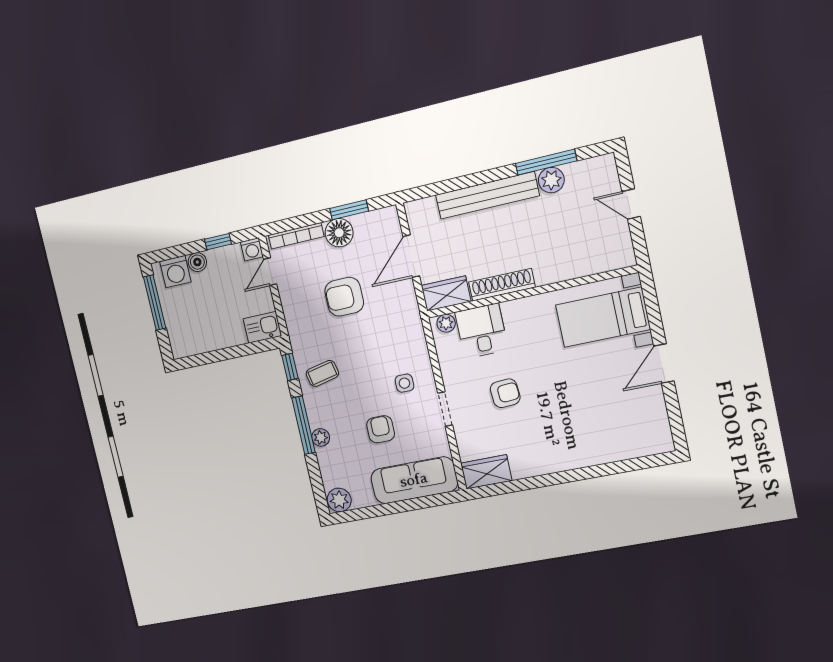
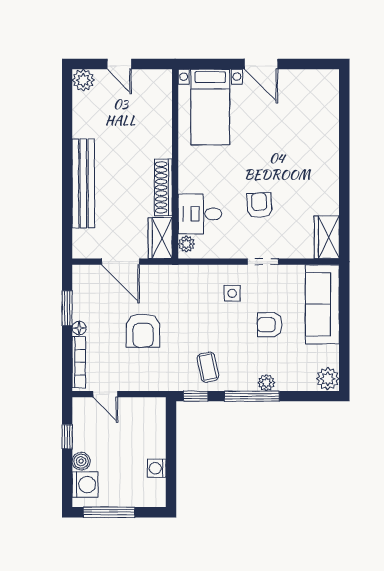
window: (546, 162) -> (67, 127), removed
plant: (551, 180) -> (83, 80), moved
door: (631, 204) -> (119, 64), hinge flipped
floor lamp: (339, 233) -> (79, 328), width x0.53, depth x0.53
washing machine: (252, 249) -> (157, 468), moved, turned 180
kitchen sink: (262, 327) -> (154, 414), removed

